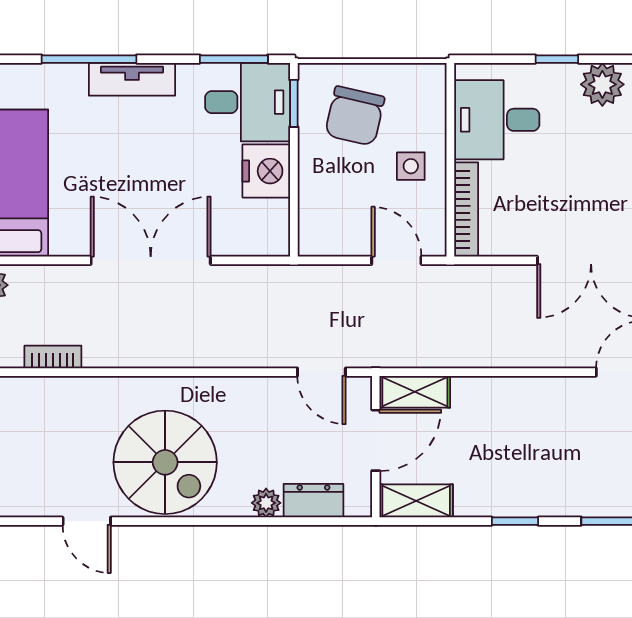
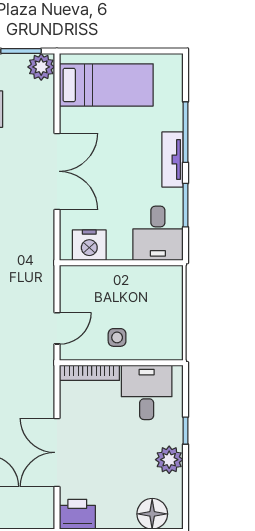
window: (234, 59) -> (185, 205), moved
window: (294, 103) -> (157, 263), removed
chair: (355, 116) -> (149, 302), removed
nightstand: (266, 171) -> (89, 245), moved

